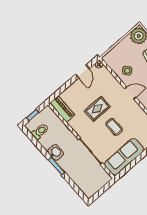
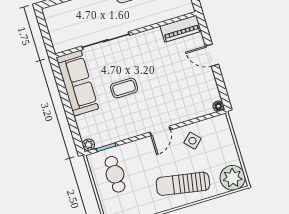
door: (82, 71) -> (212, 55), moved
rug: (97, 109) -> (159, 76), removed

